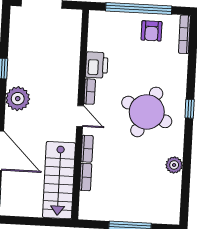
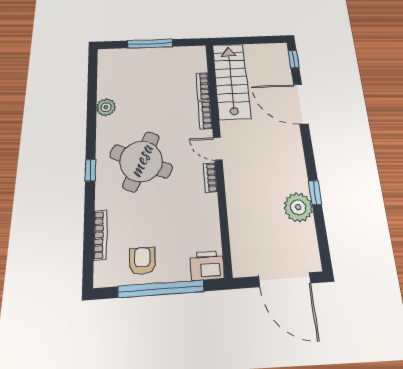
bookcase: (184, 34) -> (100, 235), moved
printer: (97, 65) -> (207, 265), moved, turned 90
plant: (18, 99) -> (298, 207), moved

